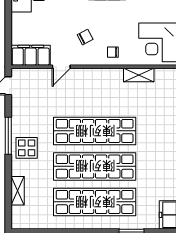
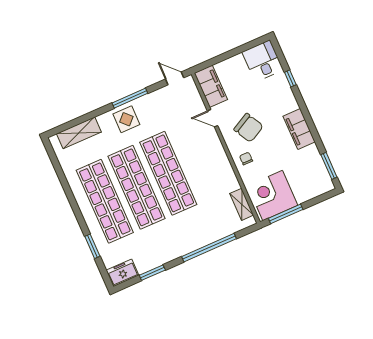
chair: (85, 37) -> (249, 128), width x1.87, depth x1.87
shelving: (139, 75) -> (242, 204), moved
shelving: (18, 191) -> (79, 133), width x1.50, depth x1.33

